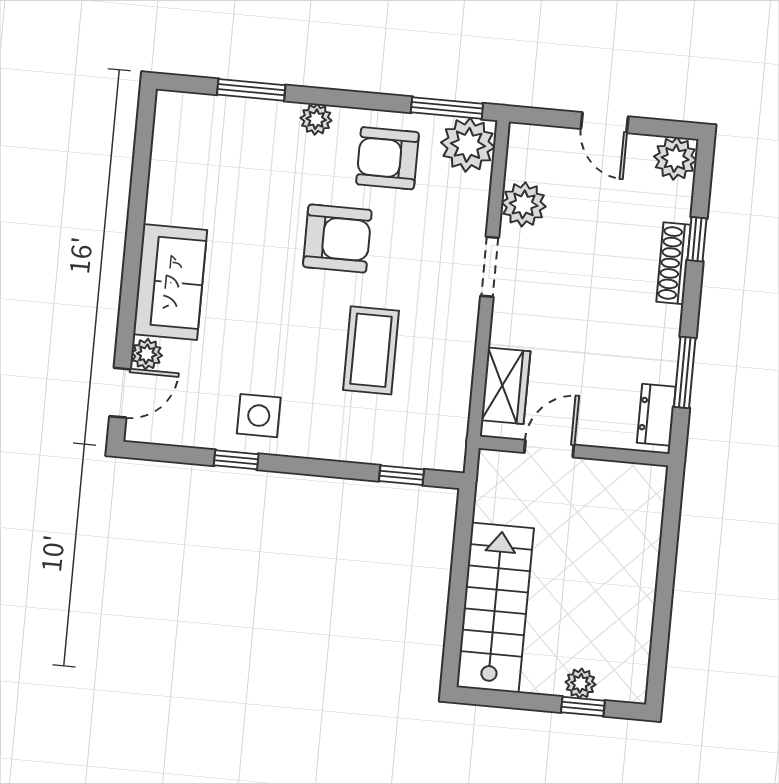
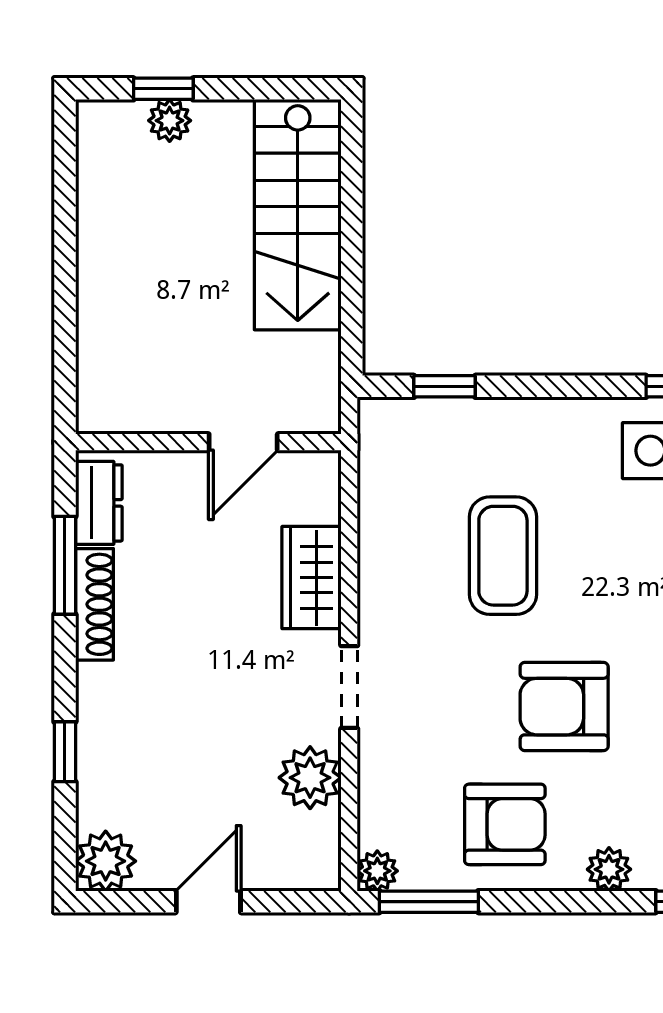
door: (605, 123) -> (208, 902), hinge flipped
plant: (468, 145) -> (377, 871), width x0.53, depth x0.53
shoe rack: (674, 263) -> (94, 604), moved
wardrobe: (506, 386) -> (312, 578), moved

